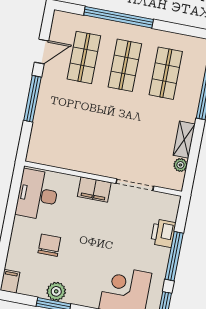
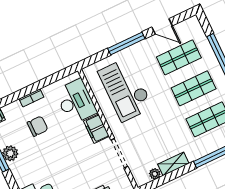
checkout: (77, 133) -> (125, 89), added
desk: (37, 195) -> (76, 102), moved, turned 90
bookcase: (17, 231) -> (31, 98), added

